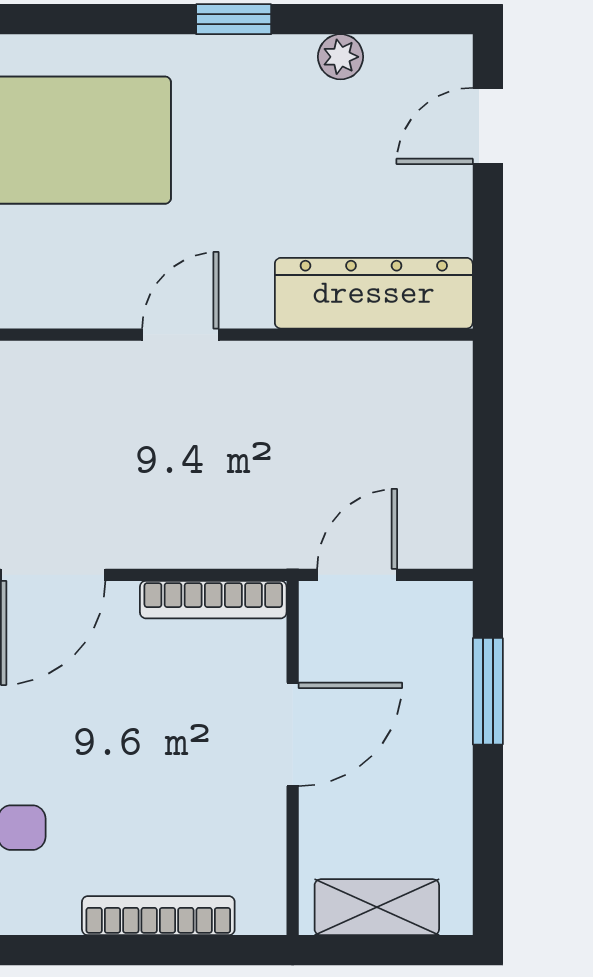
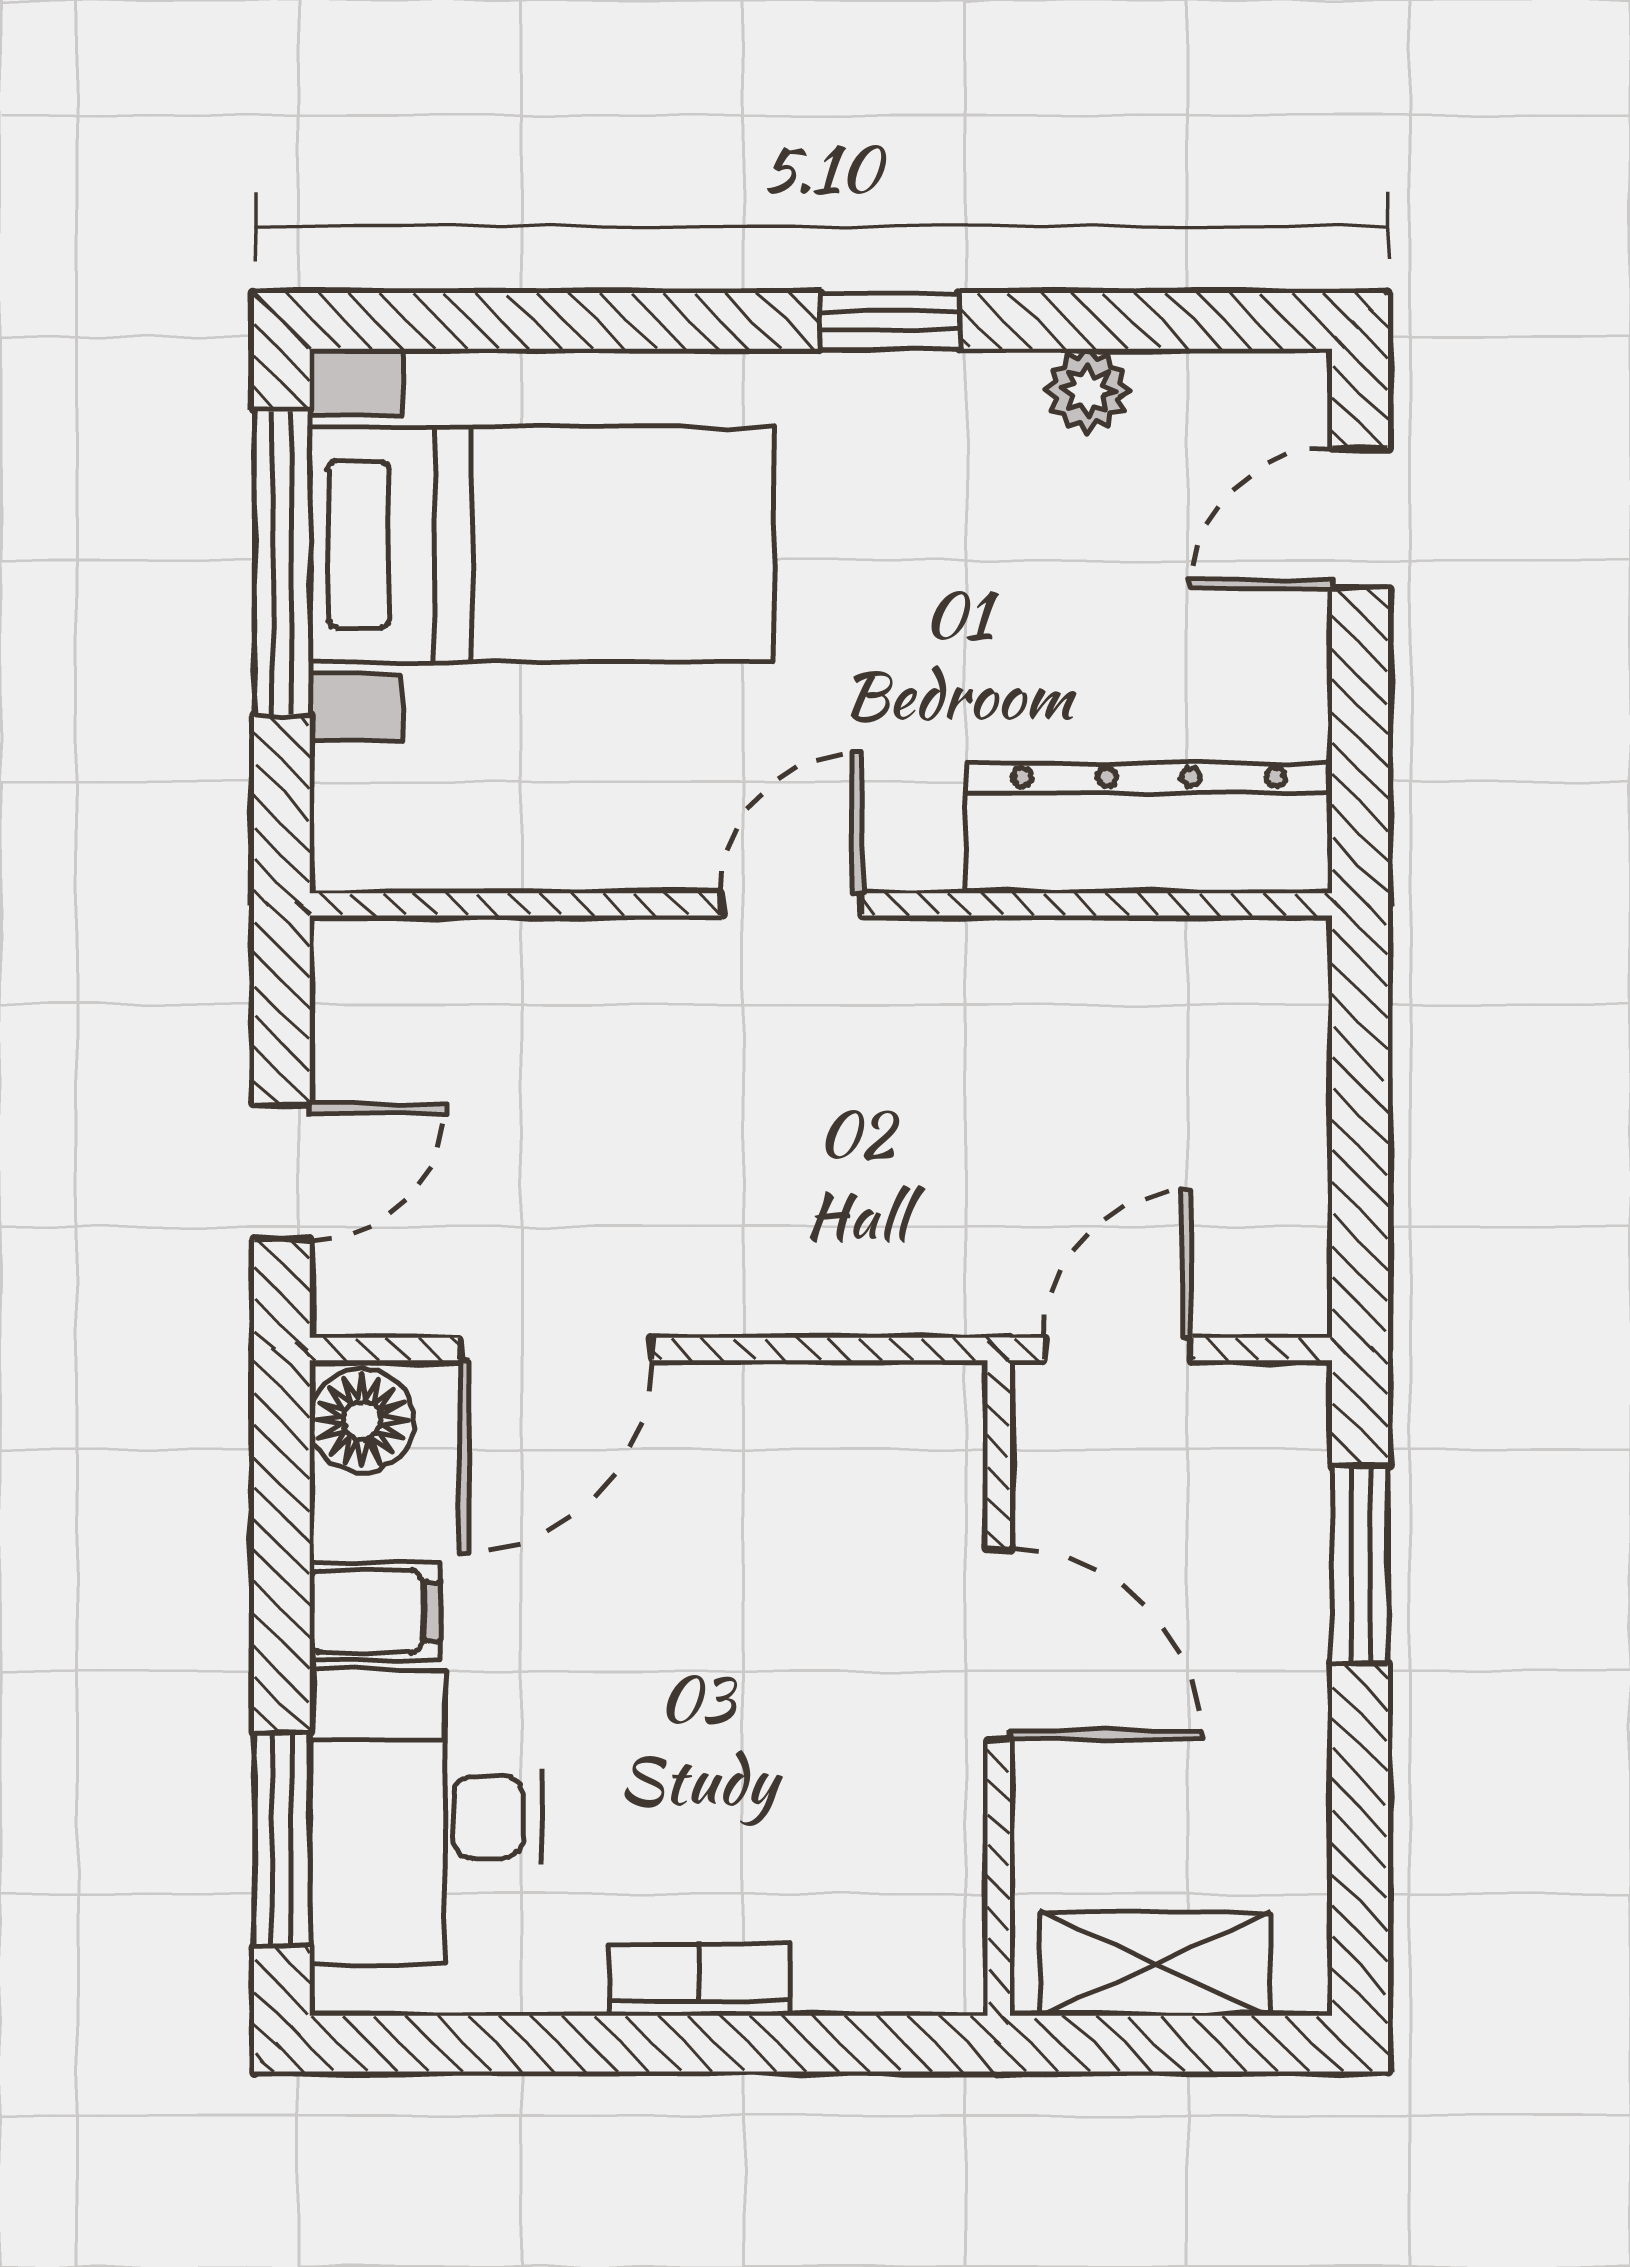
bookcase: (213, 600) -> (852, 1395), removed
door: (293, 734) -> (999, 1644), hinge flipped
bookcase: (158, 916) -> (699, 1980), width x0.64

